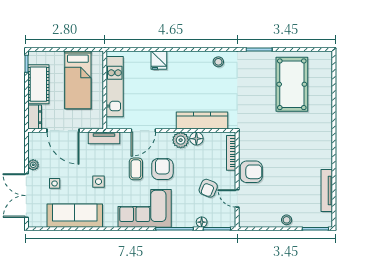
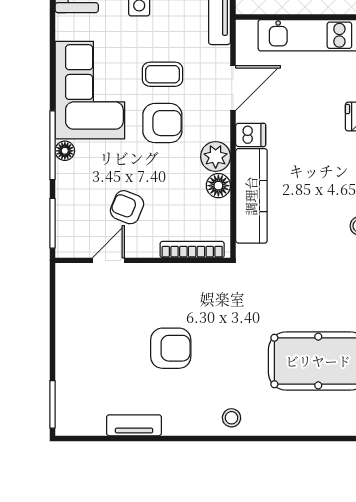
dishwasher: (169, 121) -> (251, 135), added
door: (143, 131) -> (233, 88), swing flipped
armchair: (251, 172) -> (171, 348), moved, turned -90
tv unit: (327, 191) -> (134, 425), width x0.71
stool: (287, 220) -> (231, 418), moved
floor lamp: (202, 222) -> (65, 151), moved

